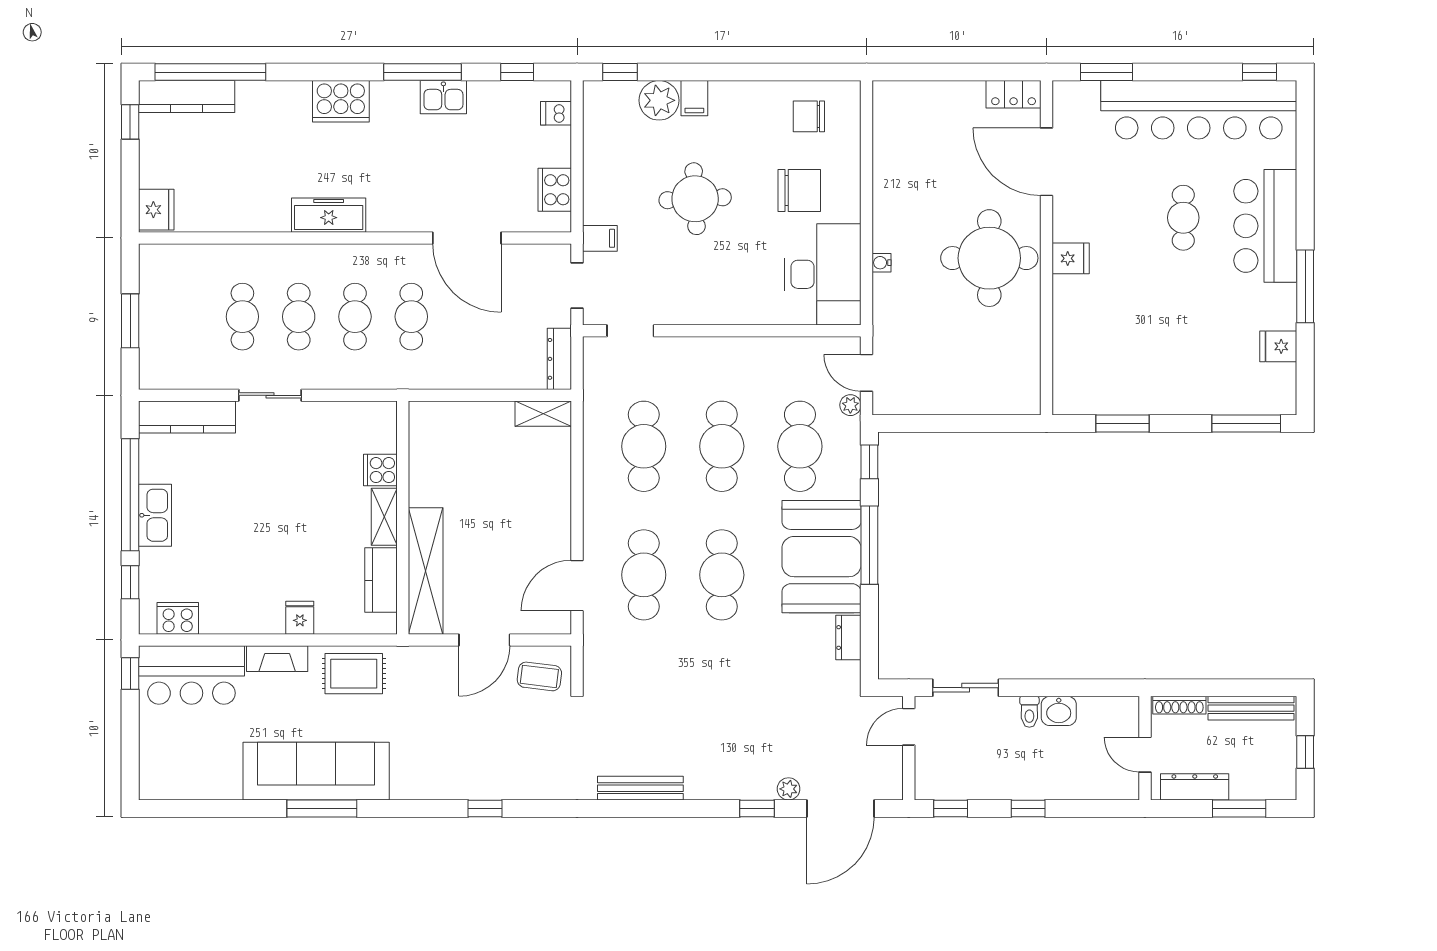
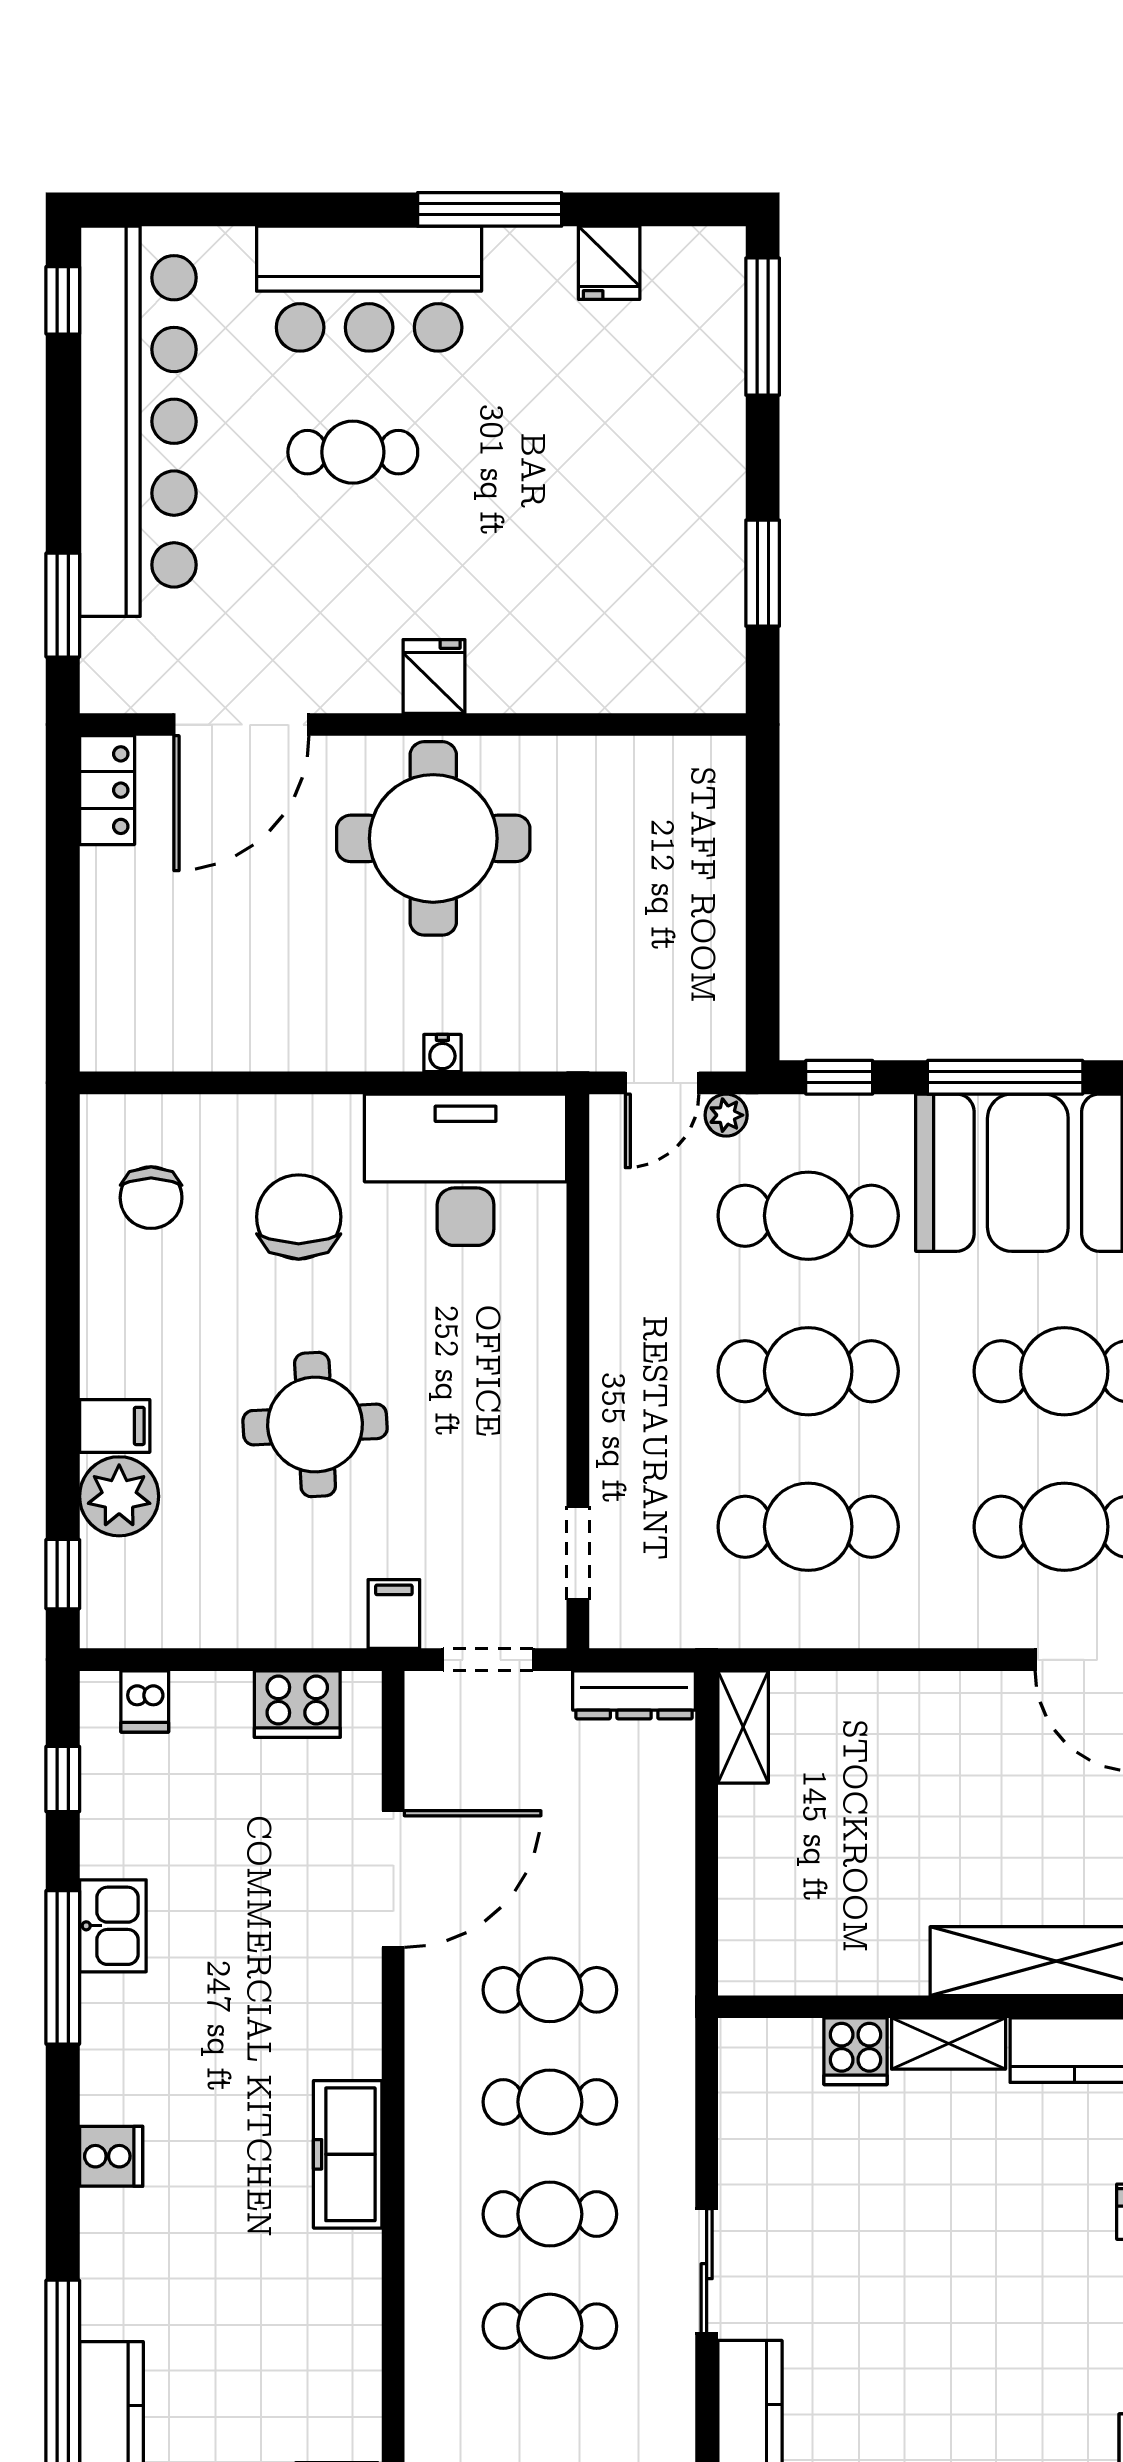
cooker: (341, 101) -> (111, 2156), width x0.53, depth x0.76

